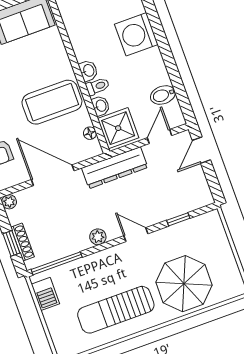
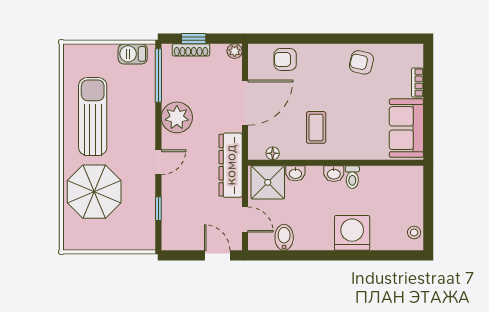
toilet: (98, 86) -> (352, 177), moved
coffee table: (52, 102) -> (316, 127), width x0.54, depth x0.58
plant: (98, 237) -> (177, 117), width x1.88, depth x1.88

